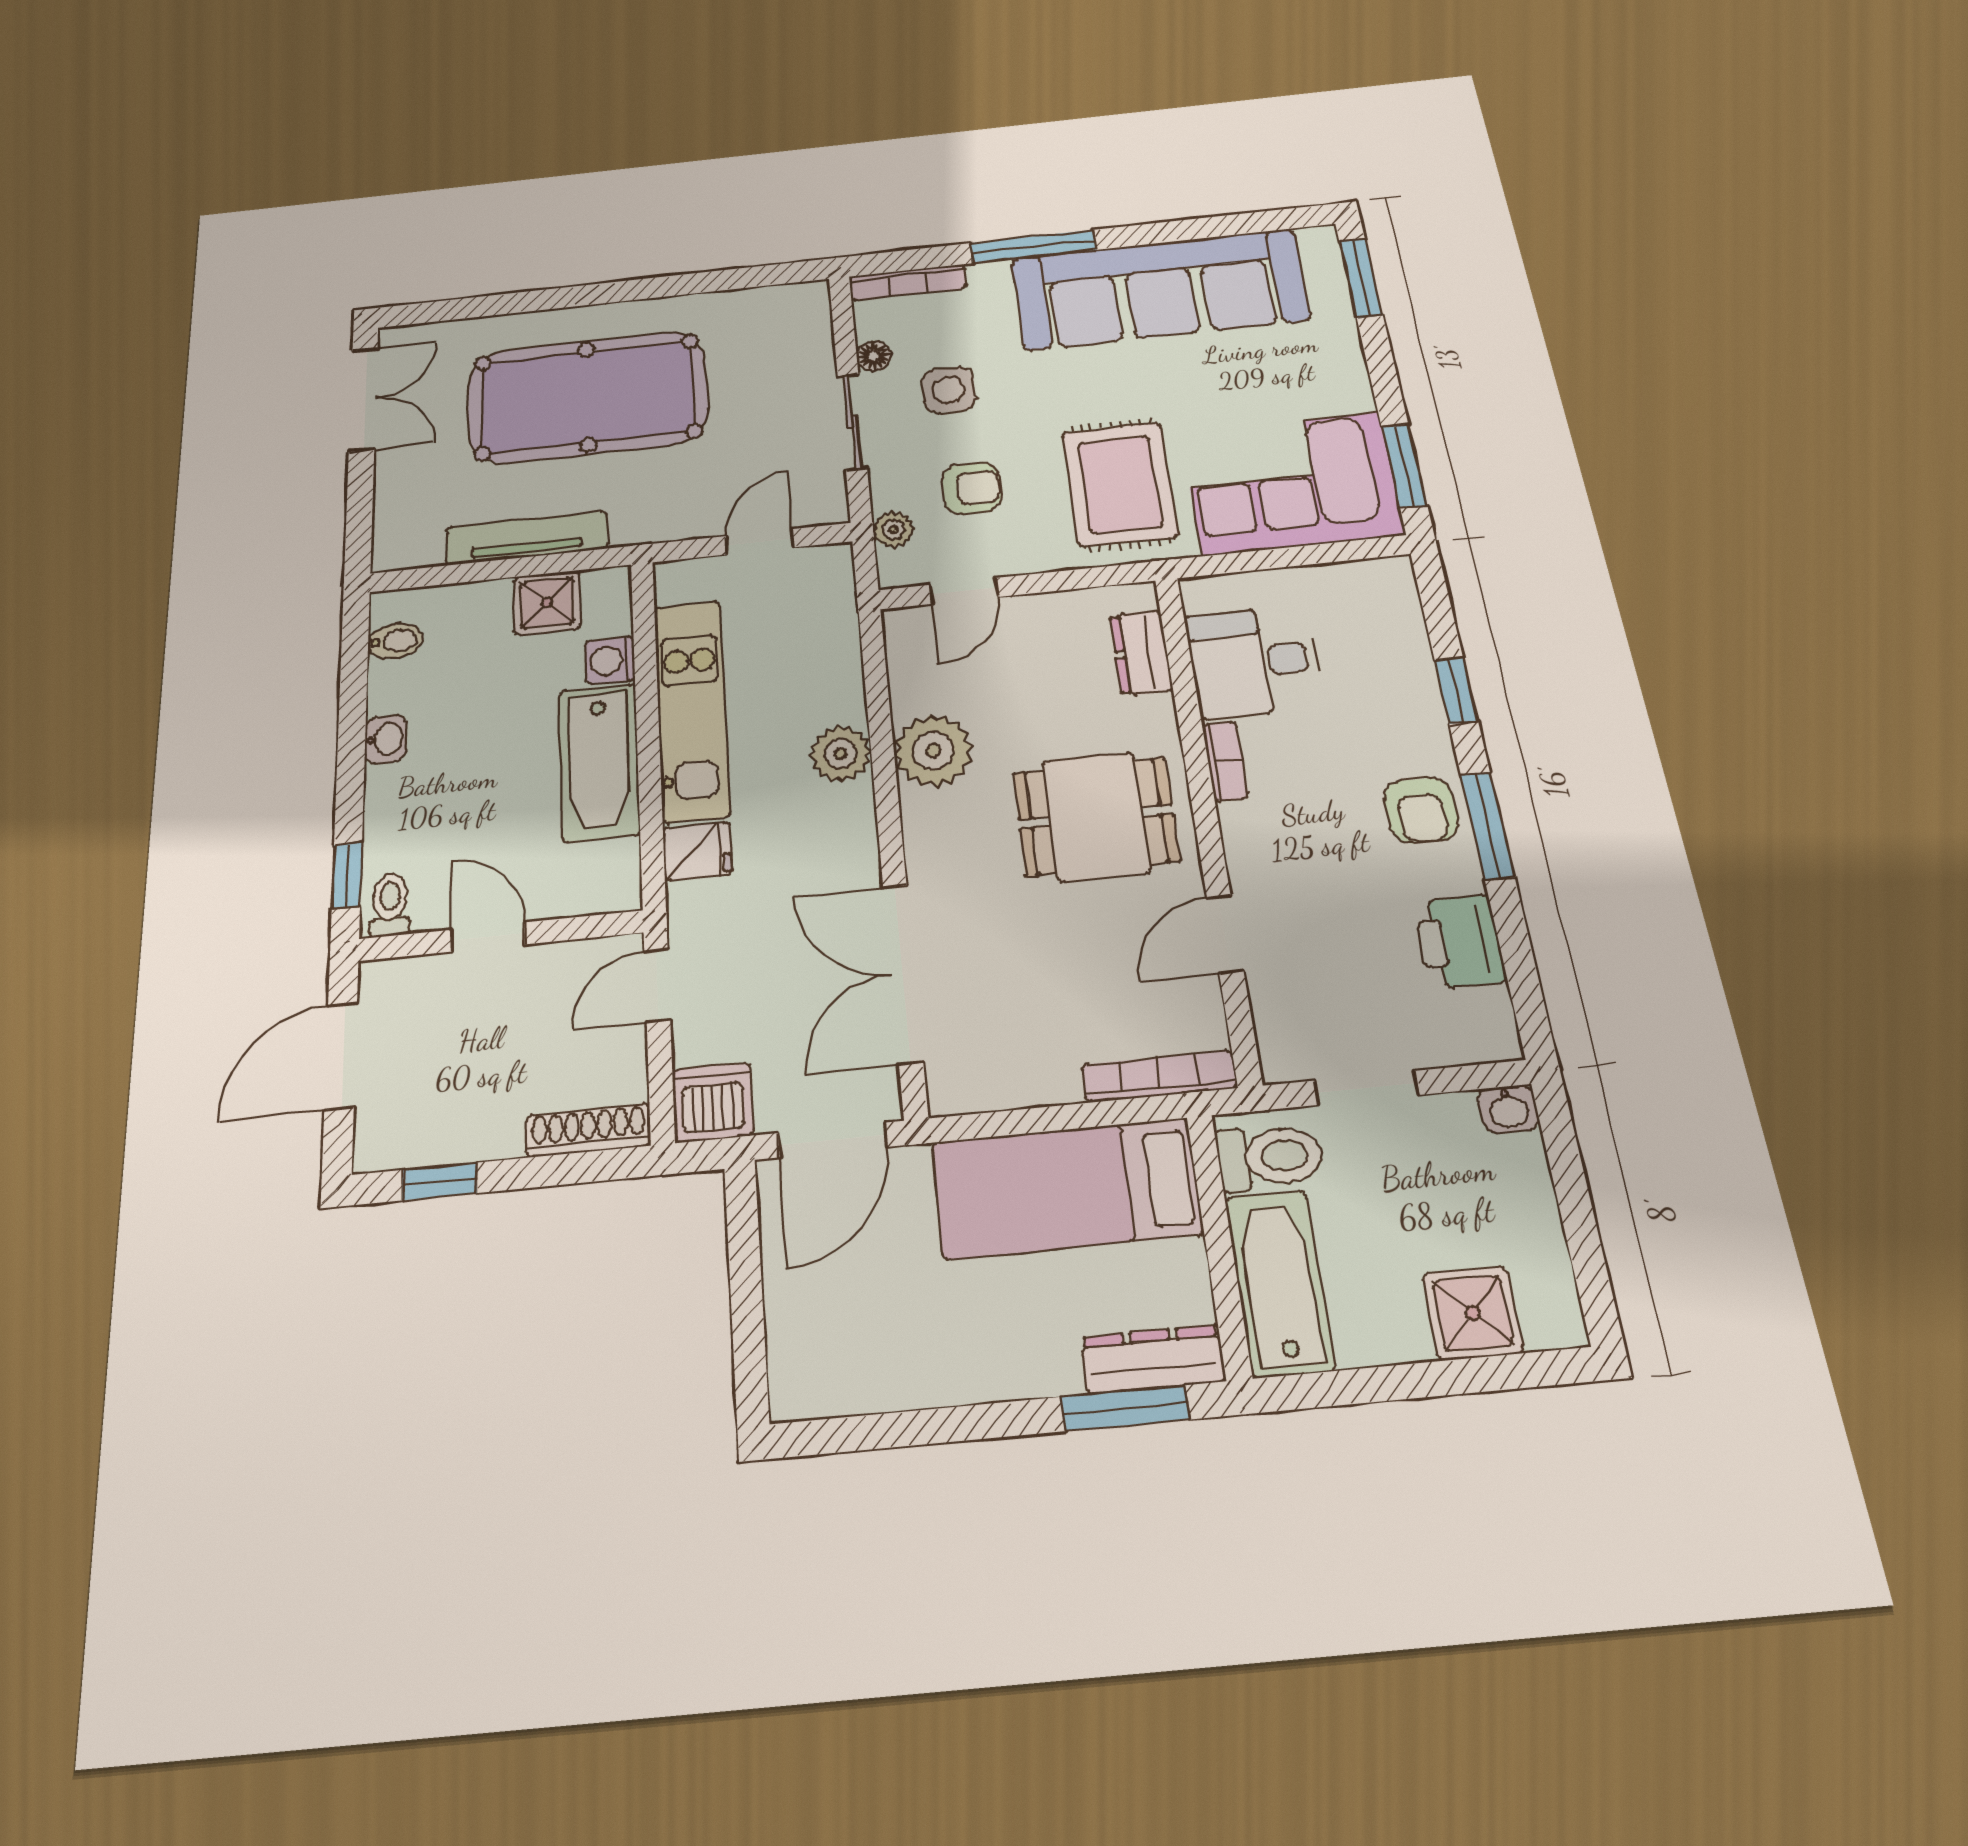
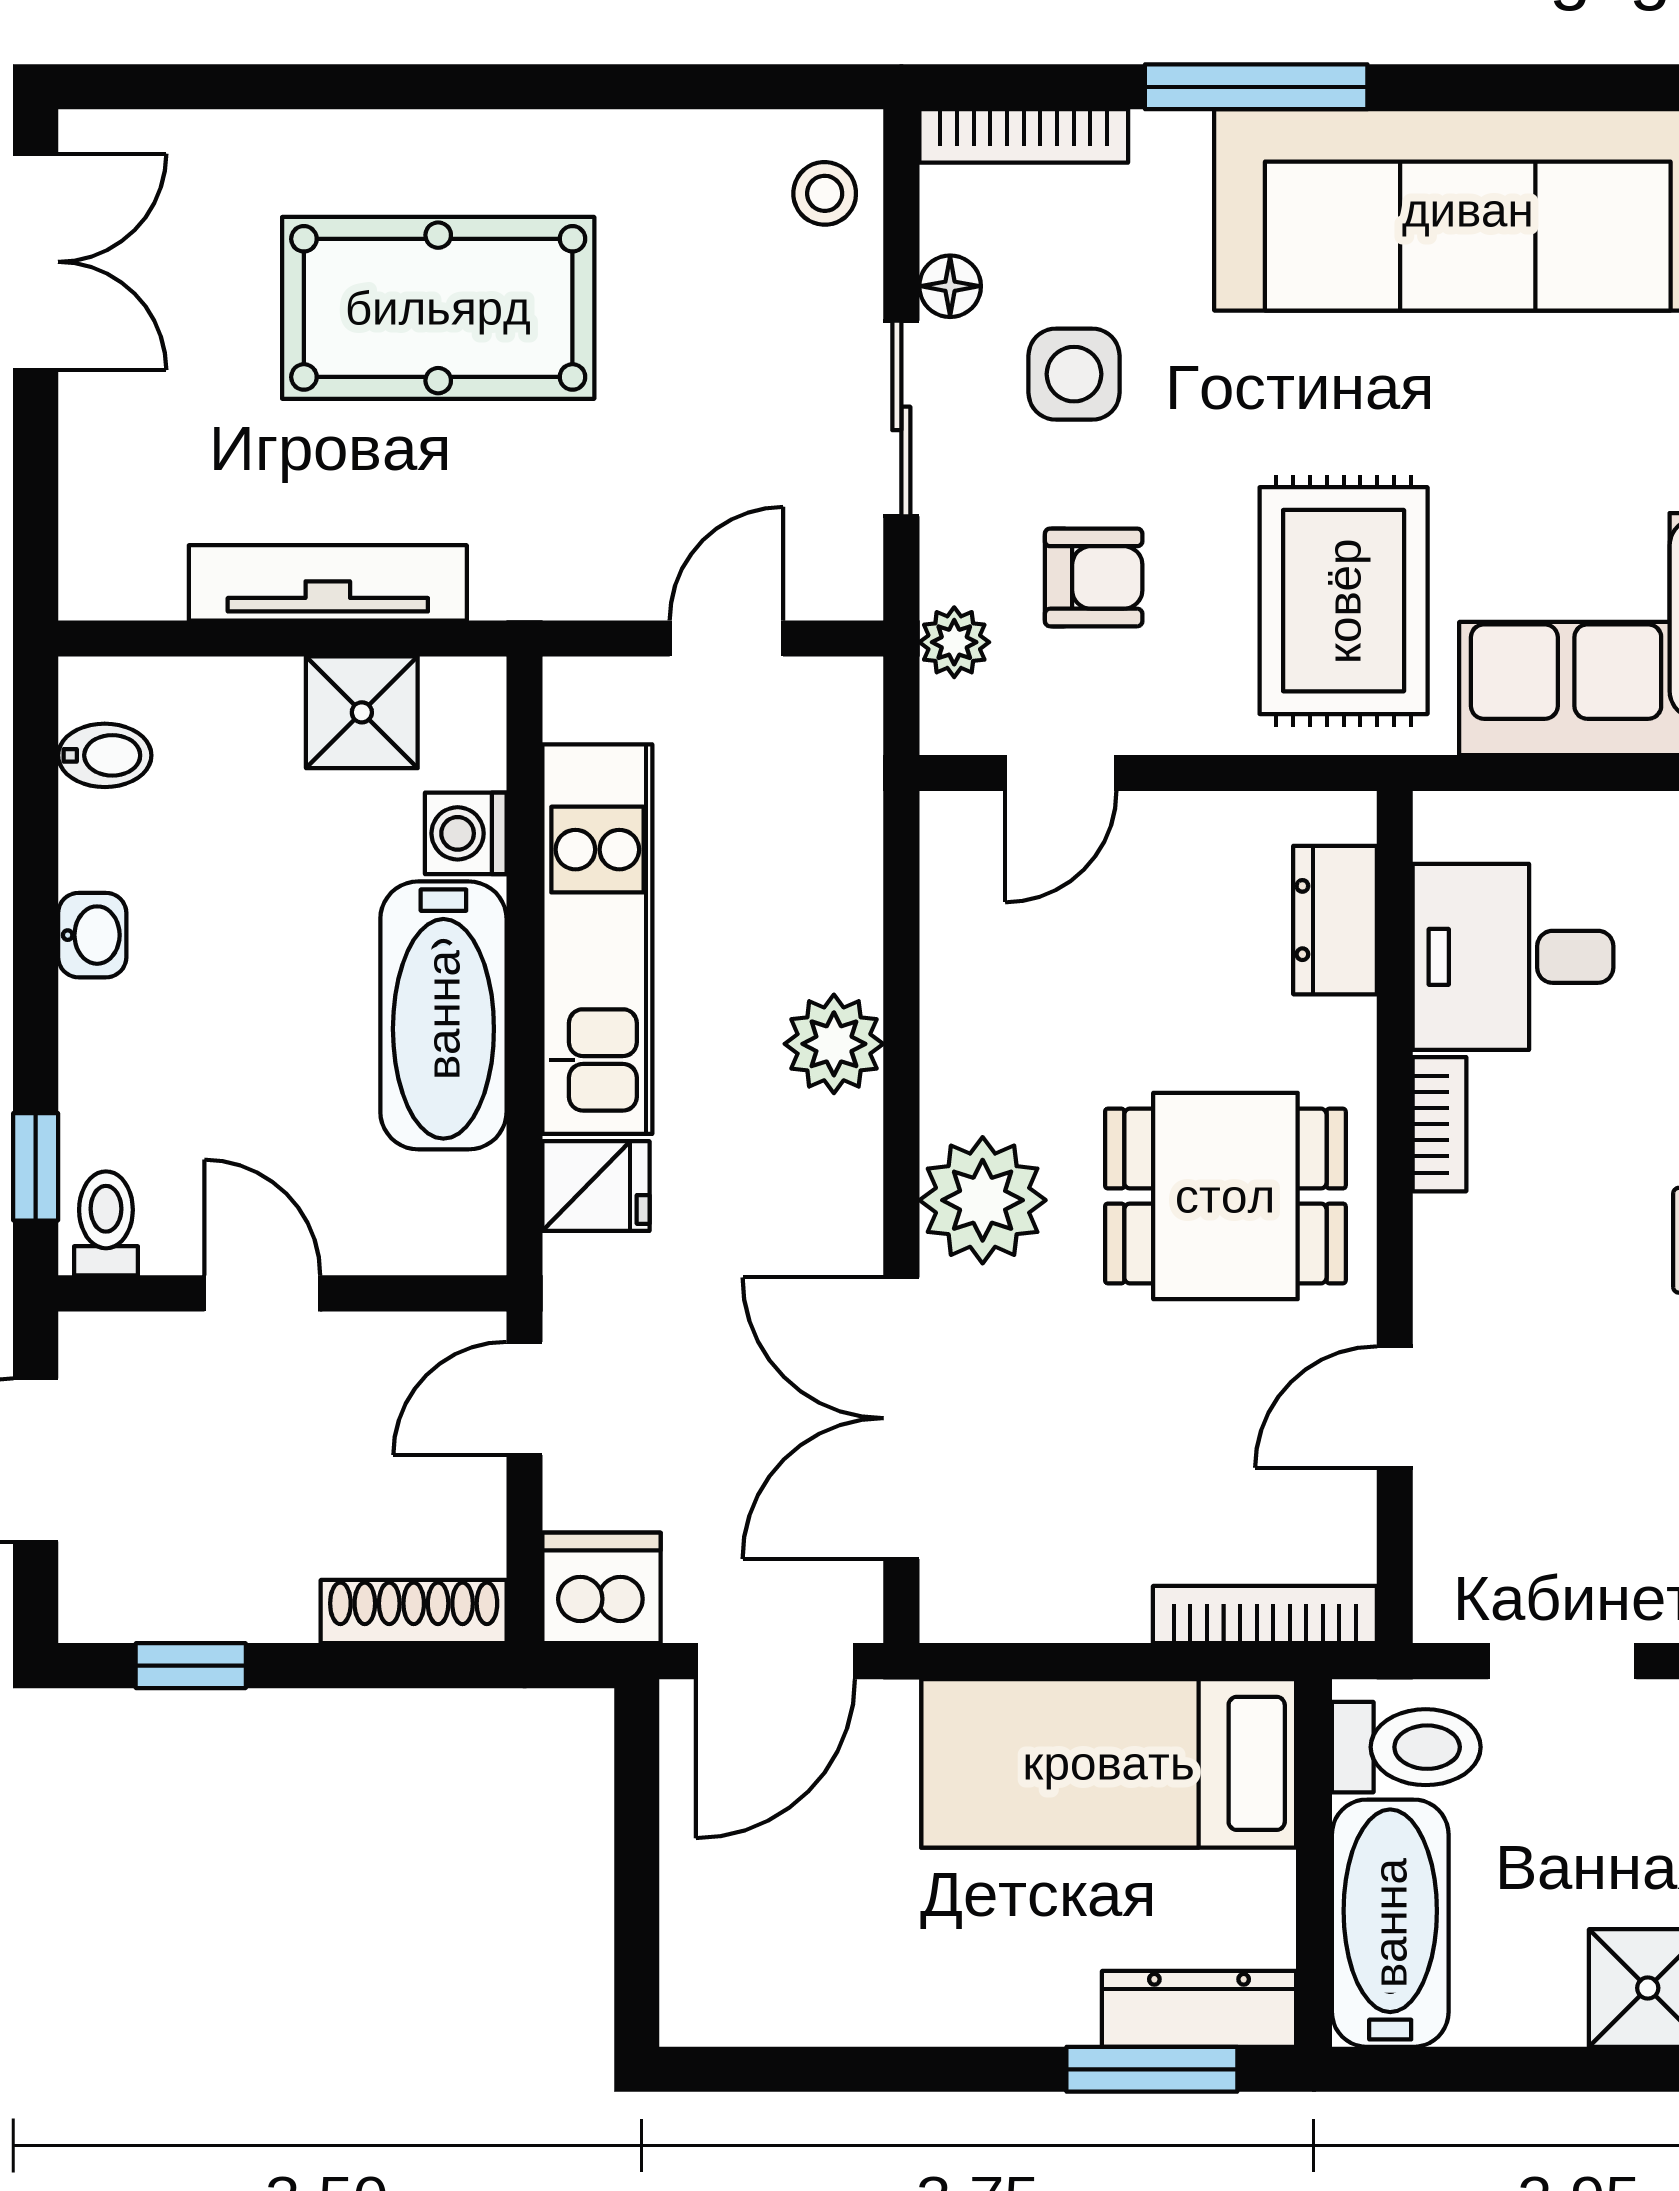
stool: (800, 320) -> (825, 193), added
pool table: (587, 397) -> (438, 308), width x0.73, depth x0.76
plant: (933, 751) -> (983, 1200), moved

